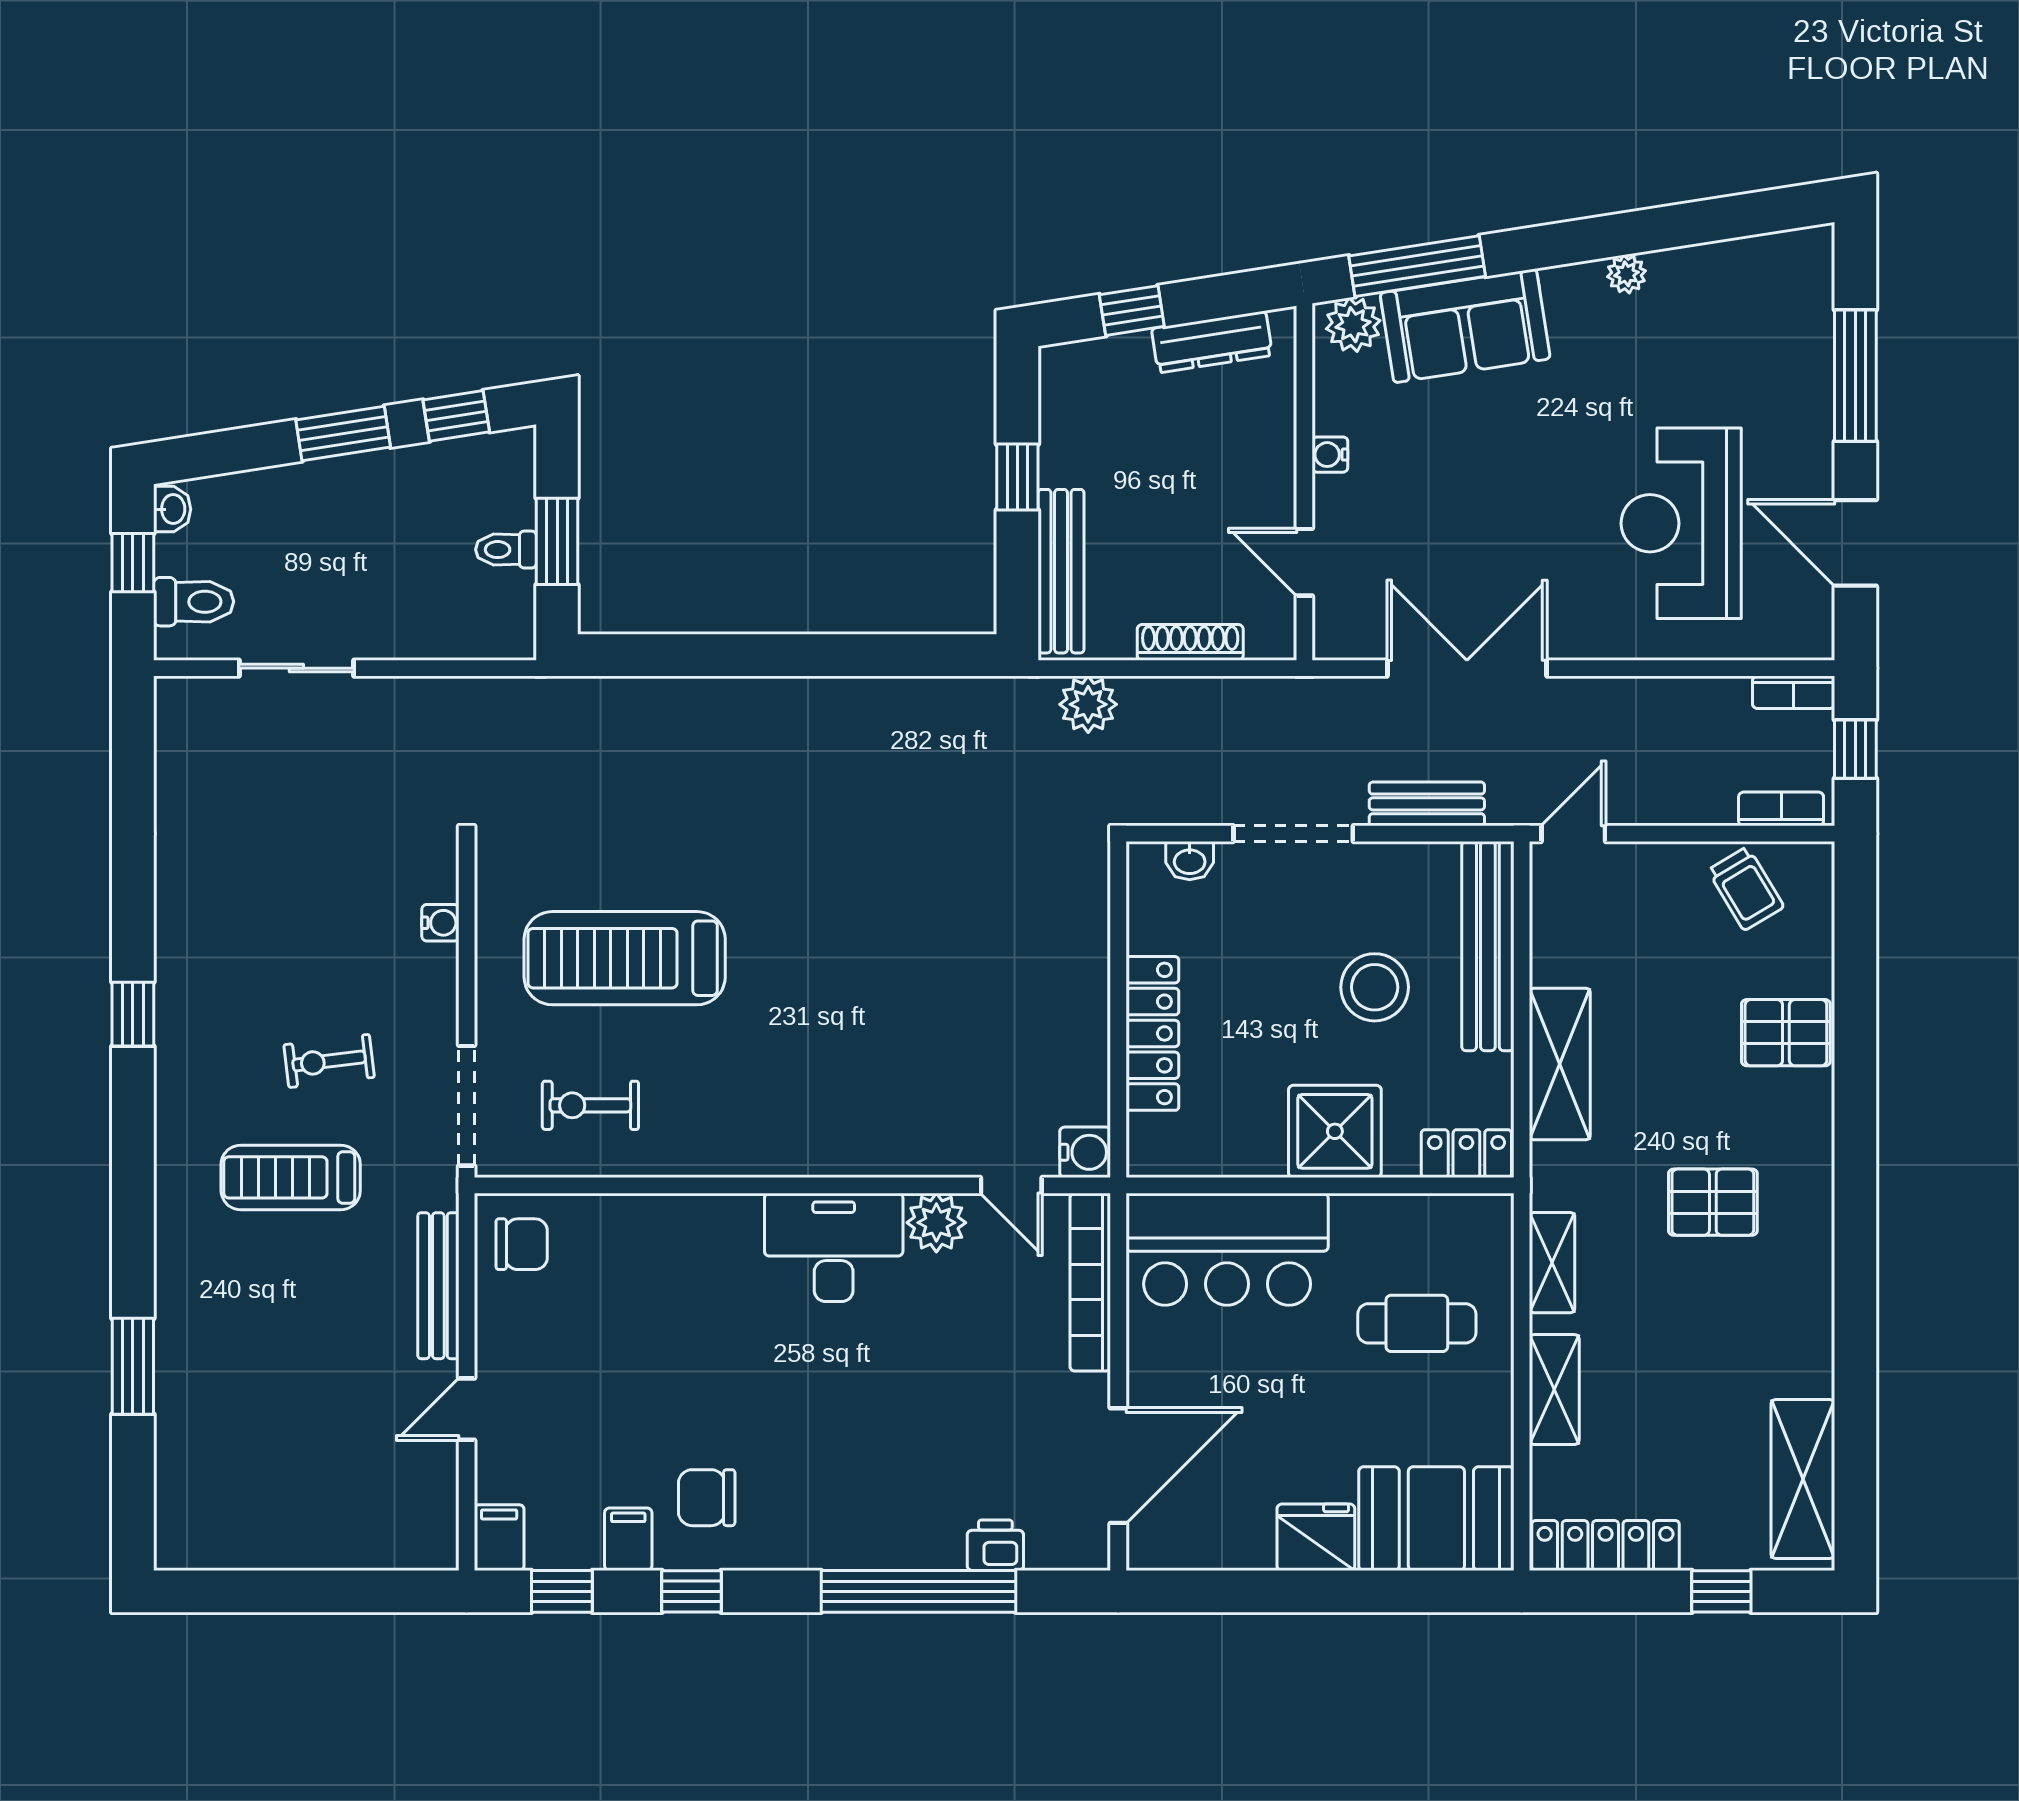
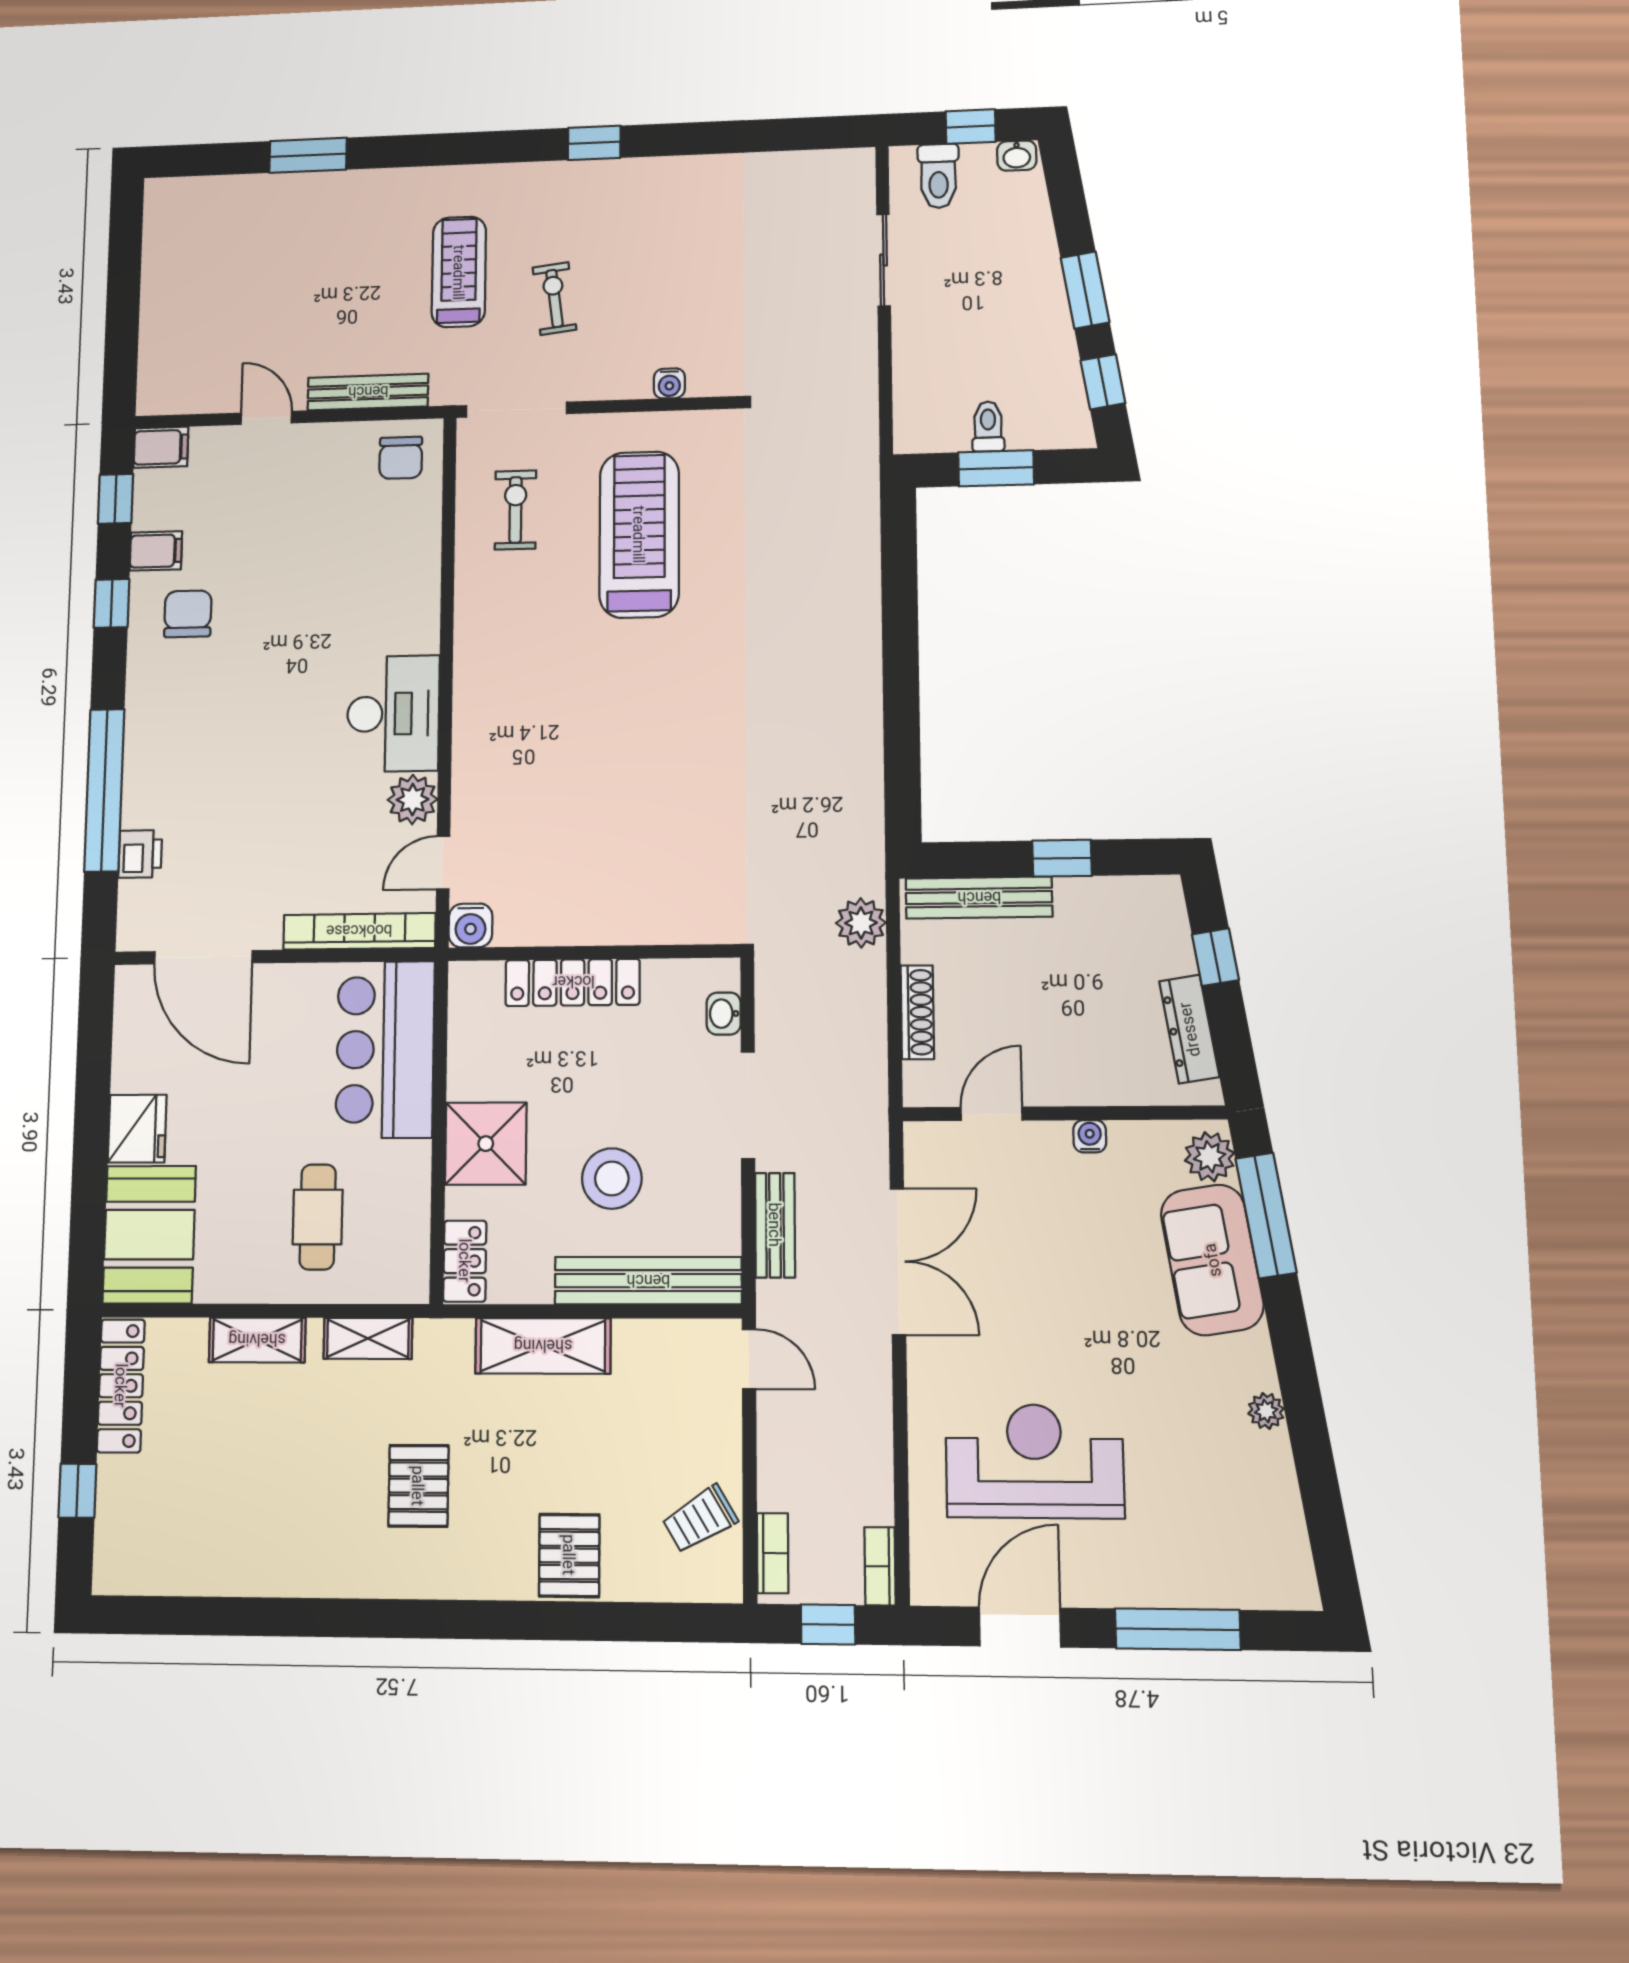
shelving: (1803, 1479) -> (172, 1567), removed

